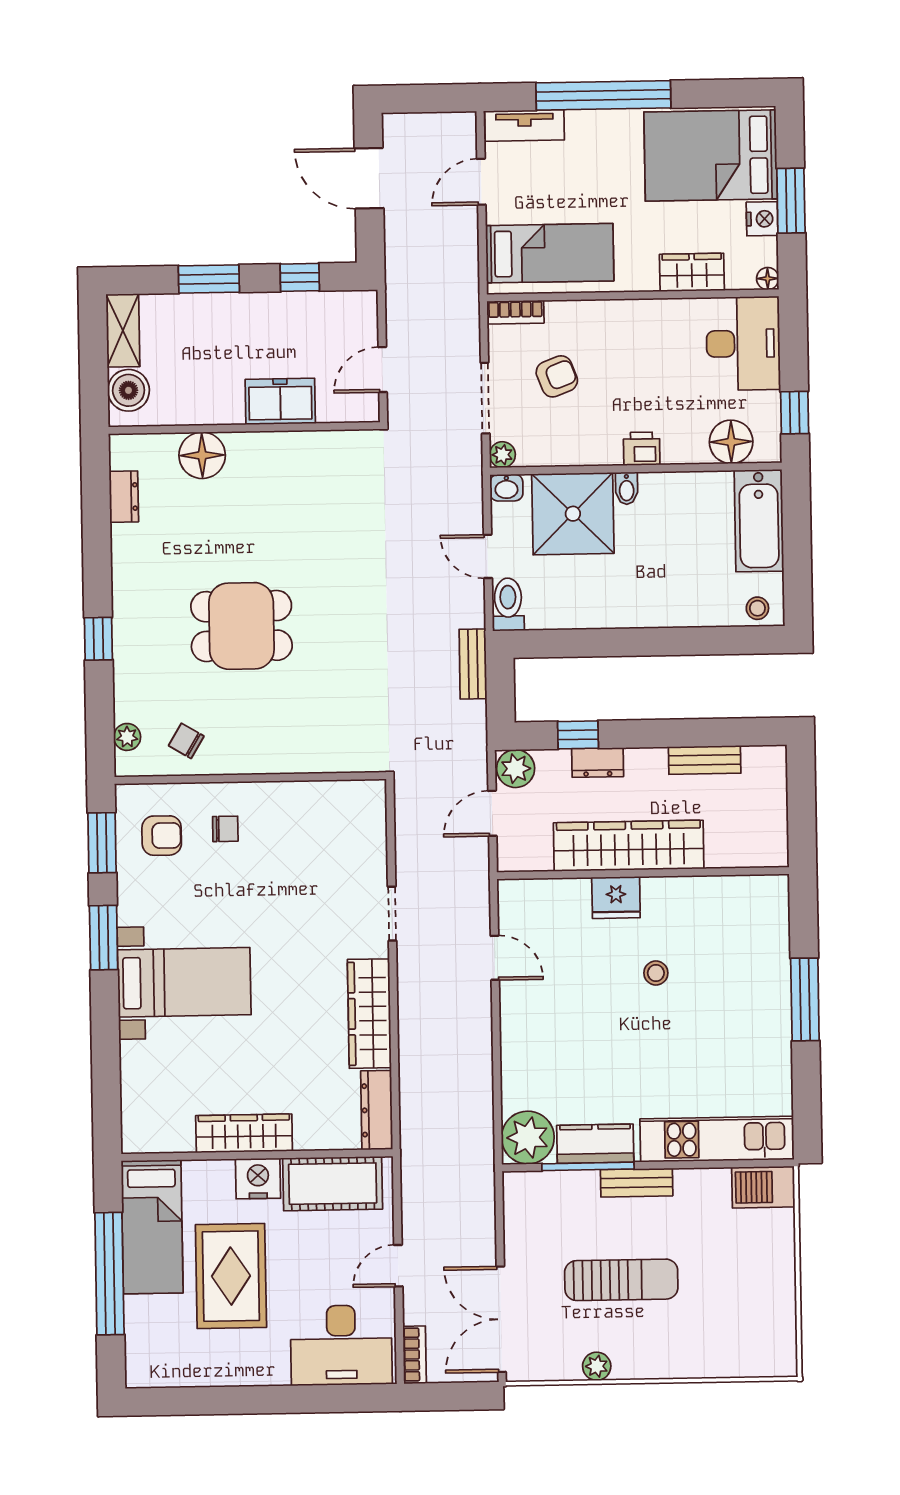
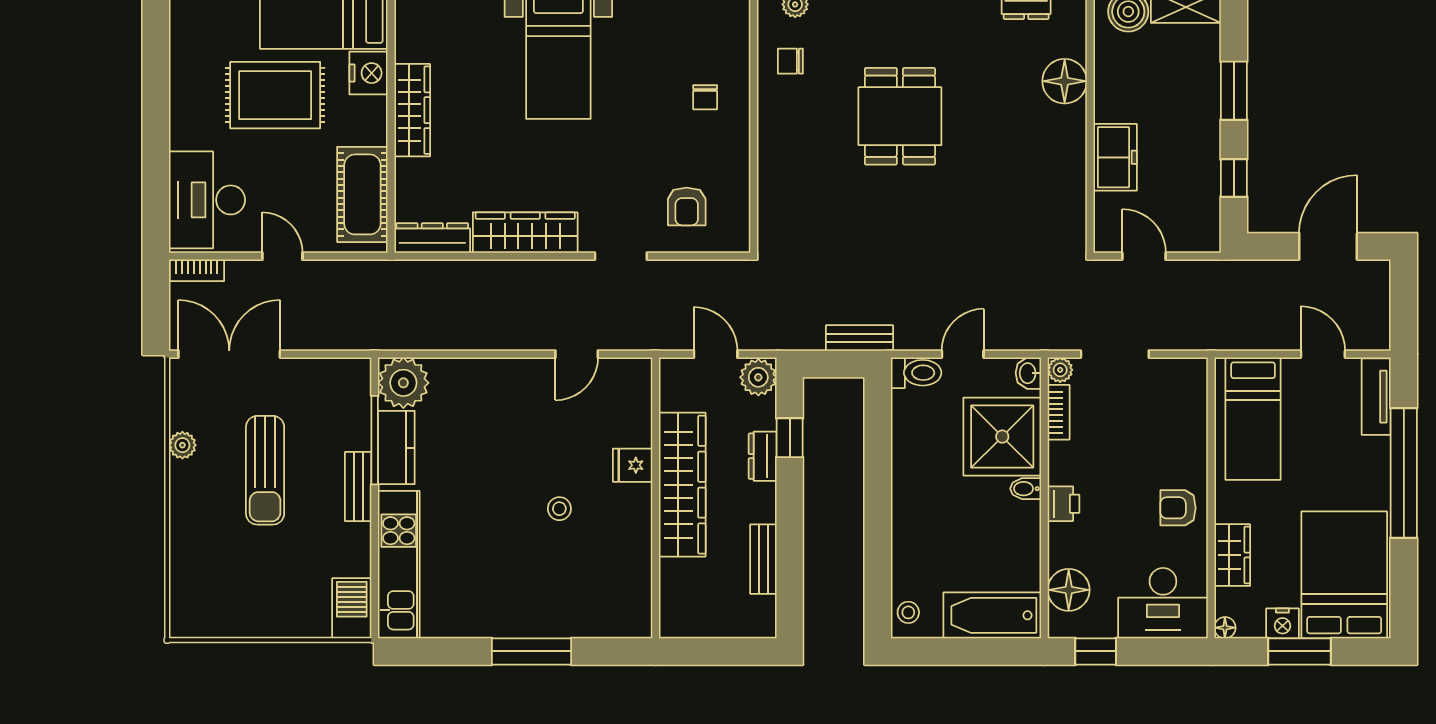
bookcase: (515, 312) -> (1059, 412), moved, turned 180
armchair: (557, 376) -> (1178, 508), moved, turned 111
chair: (186, 741) -> (790, 61), turned -121
armchair: (162, 836) -> (687, 206), moved
fridge: (616, 898) -> (633, 465), width x0.72
nightstand: (258, 1179) -> (369, 73), moved

